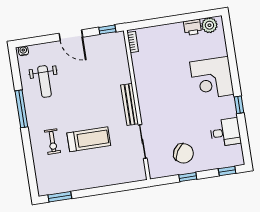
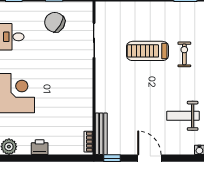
printer: (193, 27) -> (40, 147), moved
weight bench: (44, 81) -> (183, 116), turned -90
bench: (130, 104) -> (101, 134), moved

